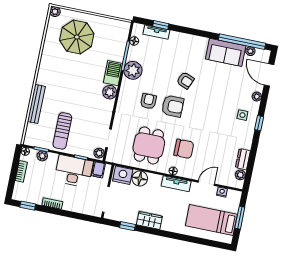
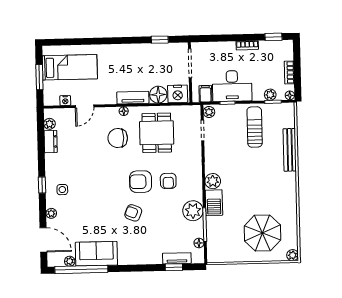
tv unit: (176, 184) -> (133, 98), moved
wardrobe: (149, 220) -> (137, 51), removed

